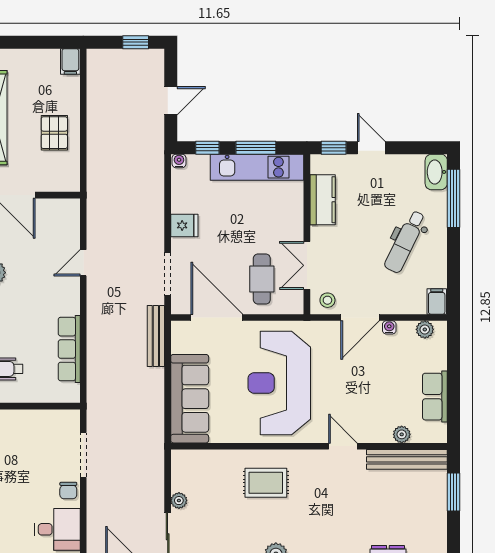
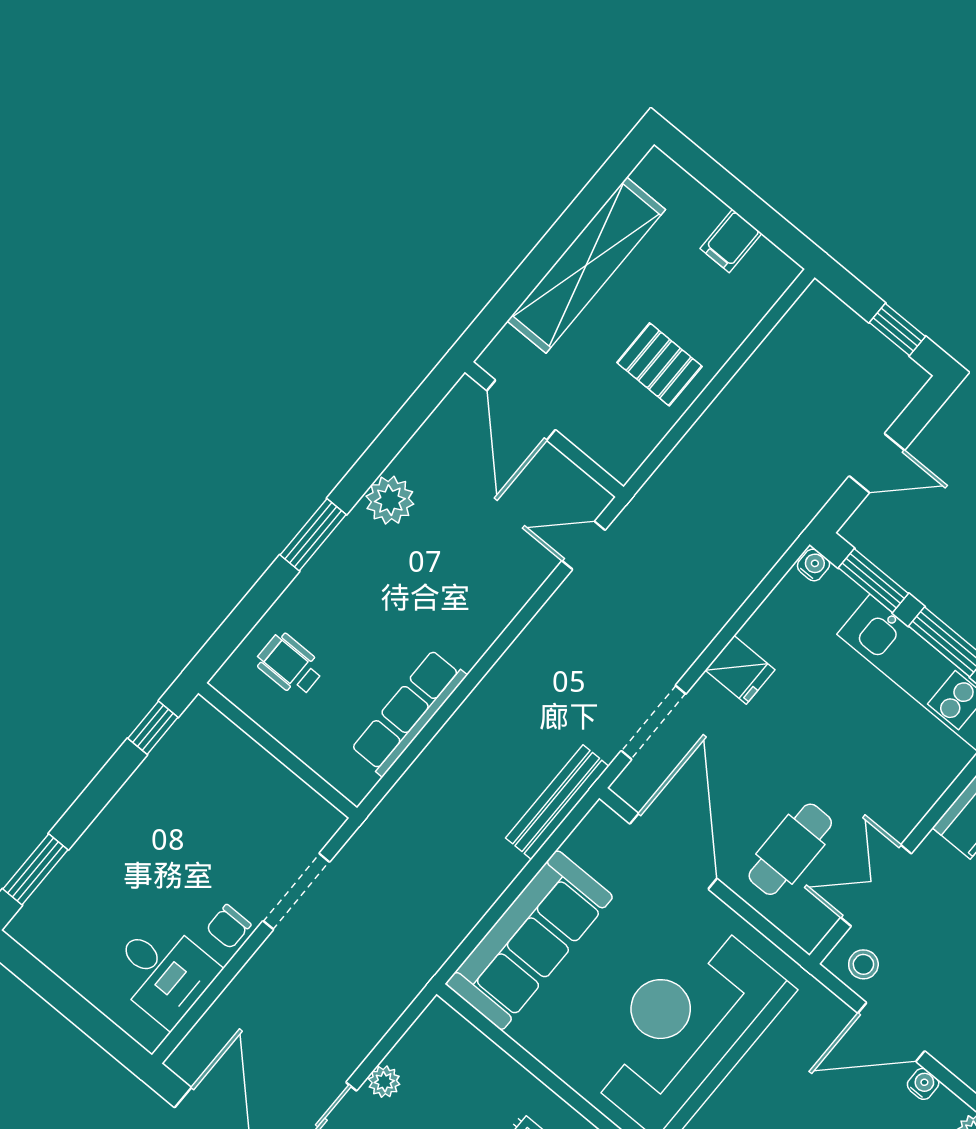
filing cabinet: (70, 62) -> (731, 241), moved
pallet: (54, 133) -> (659, 364), turned 90
window: (207, 148) -> (873, 581), width x1.50
door: (83, 263) -> (584, 545), moved

